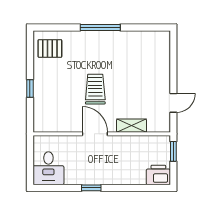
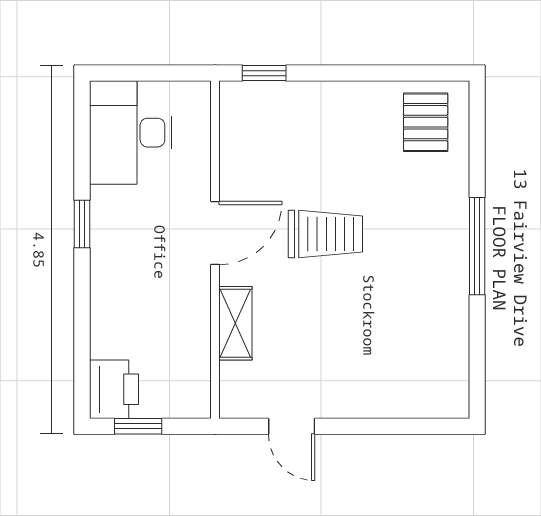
window: (30, 89) -> (264, 73), moved
window: (173, 151) -> (138, 426), moved
desk: (48, 168) -> (130, 133), width x1.37

